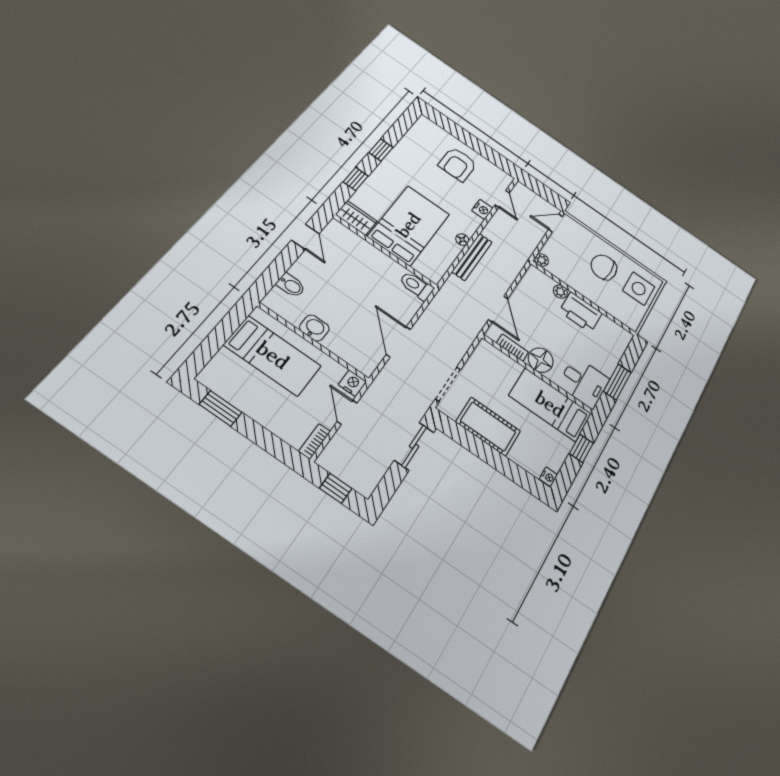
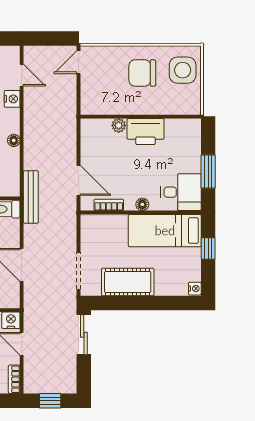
bench: (472, 257) -> (31, 197), moved
plant: (542, 260) -> (87, 108), removed
floor lamp: (541, 360) -> (142, 204), width x0.53, depth x0.53

